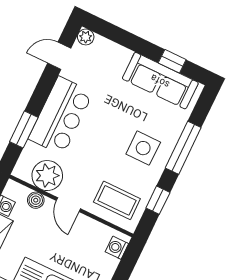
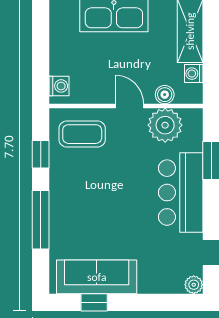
side table: (143, 148) -> (81, 200), removed

